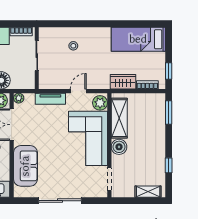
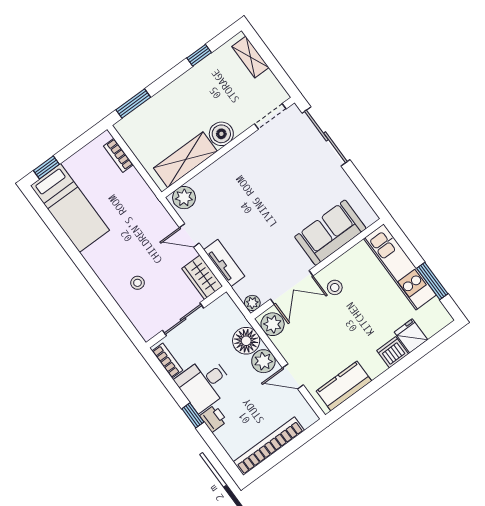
window: (169, 71) -> (46, 167), moved
wardrobe: (123, 82) -> (202, 277), moved
corner sofa: (88, 138) -> (239, 180), removed
sliding door: (60, 201) -> (326, 136), moved

